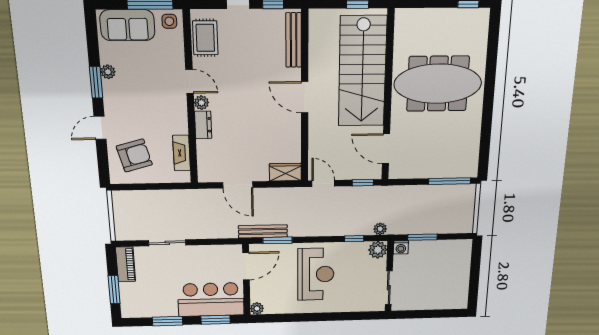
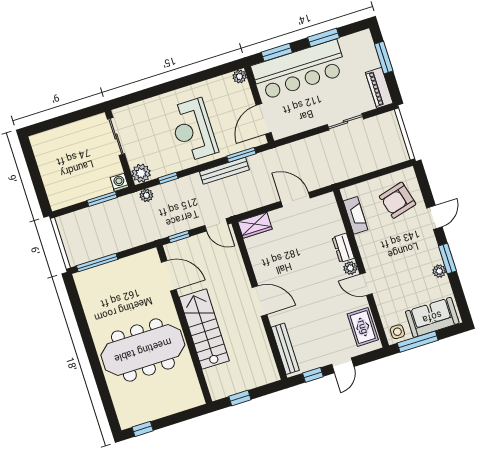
stairs: (362, 72) -> (204, 329), width x0.73, depth x0.66
bench: (263, 231) -> (224, 171), moved
bar counter: (211, 299) -> (299, 70), width x1.36

